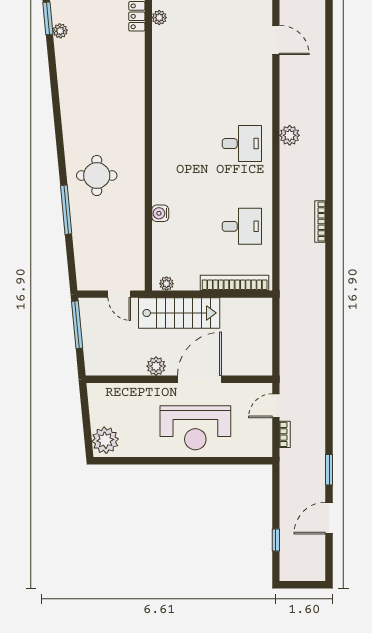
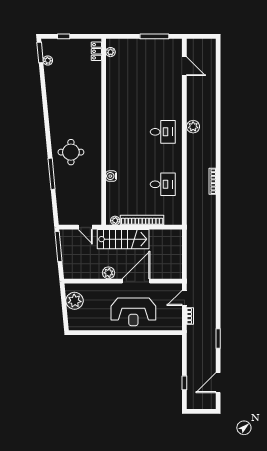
bookcase: (235, 283) -> (142, 220), moved
plant: (105, 440) -> (74, 301), moved
door: (329, 518) -> (218, 383), moved

